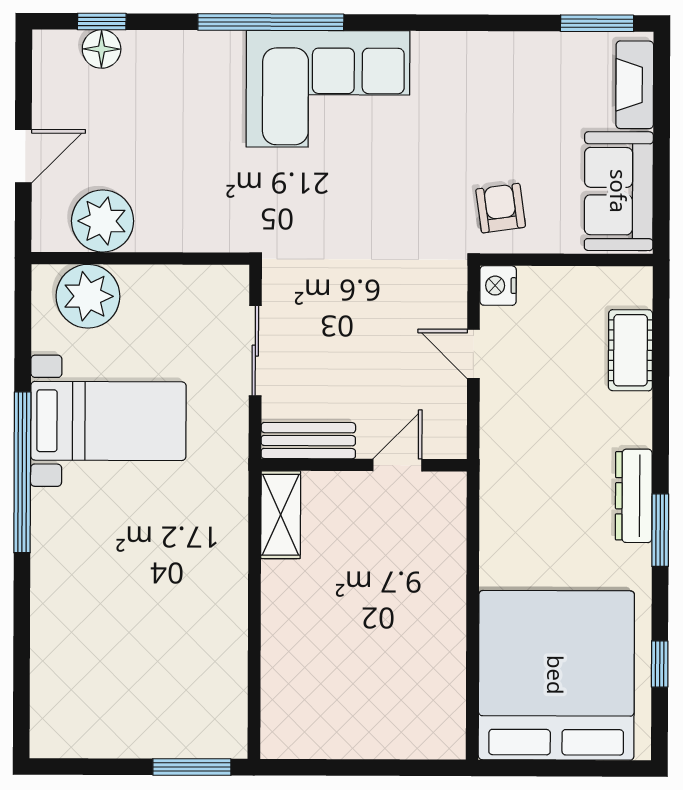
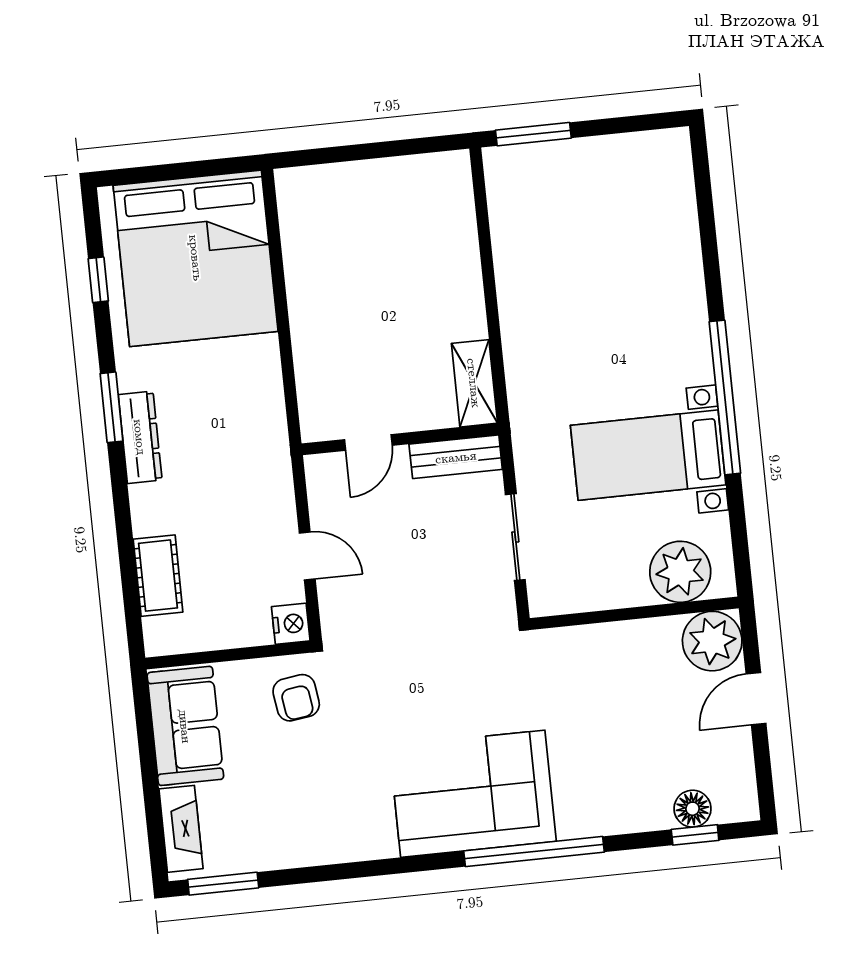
plant: (103, 221) -> (712, 641), moved

